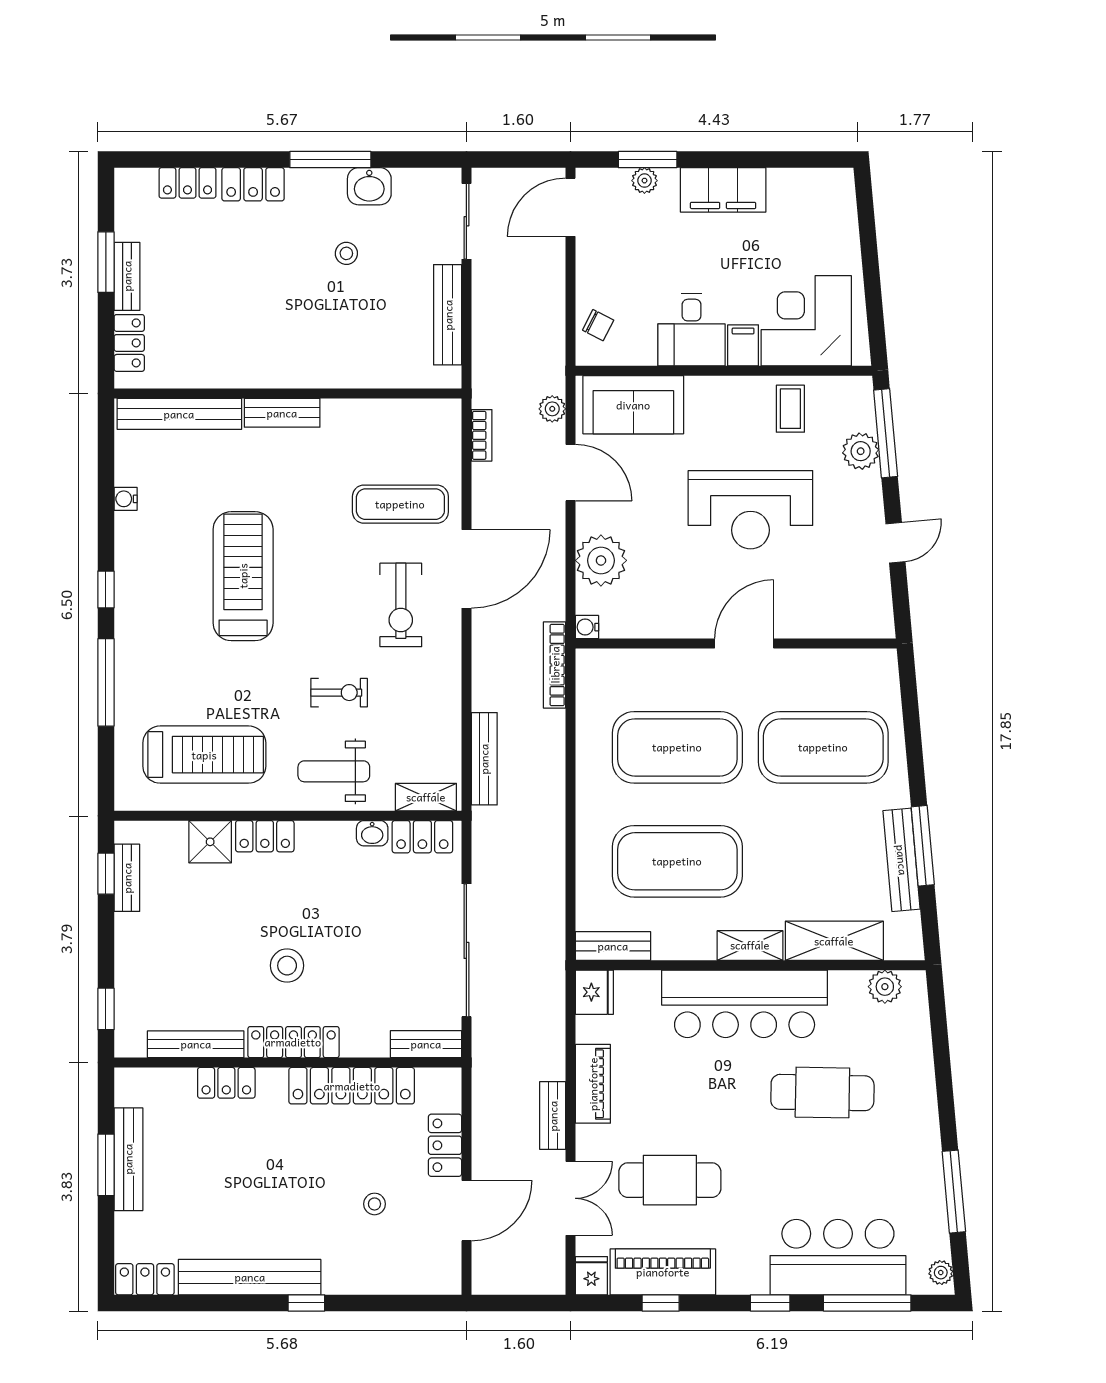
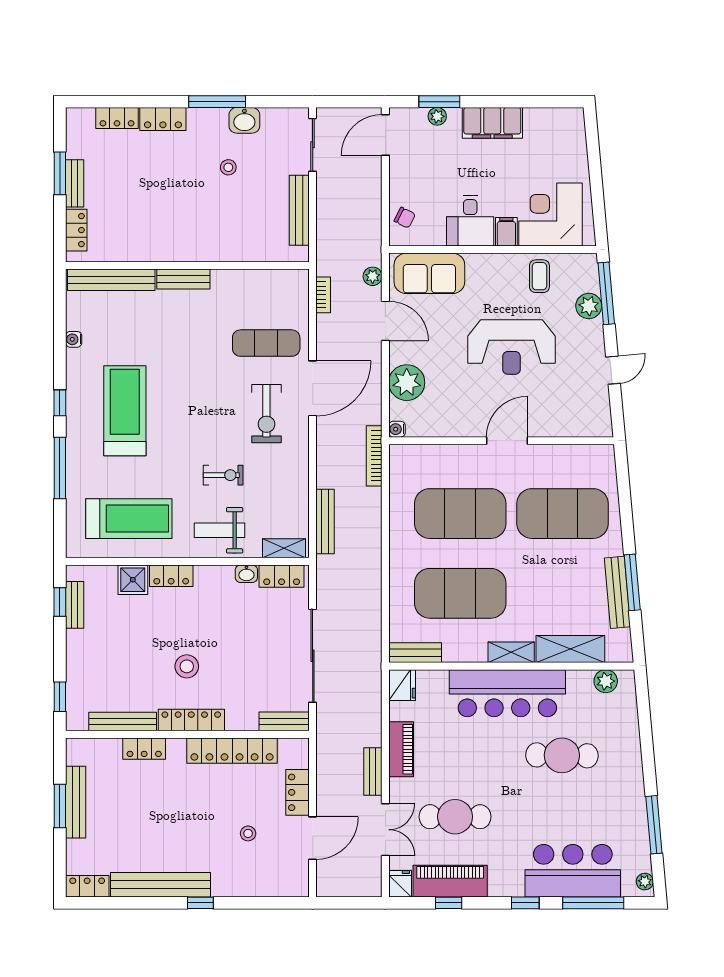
treadmill: (243, 576) -> (125, 411), moved

